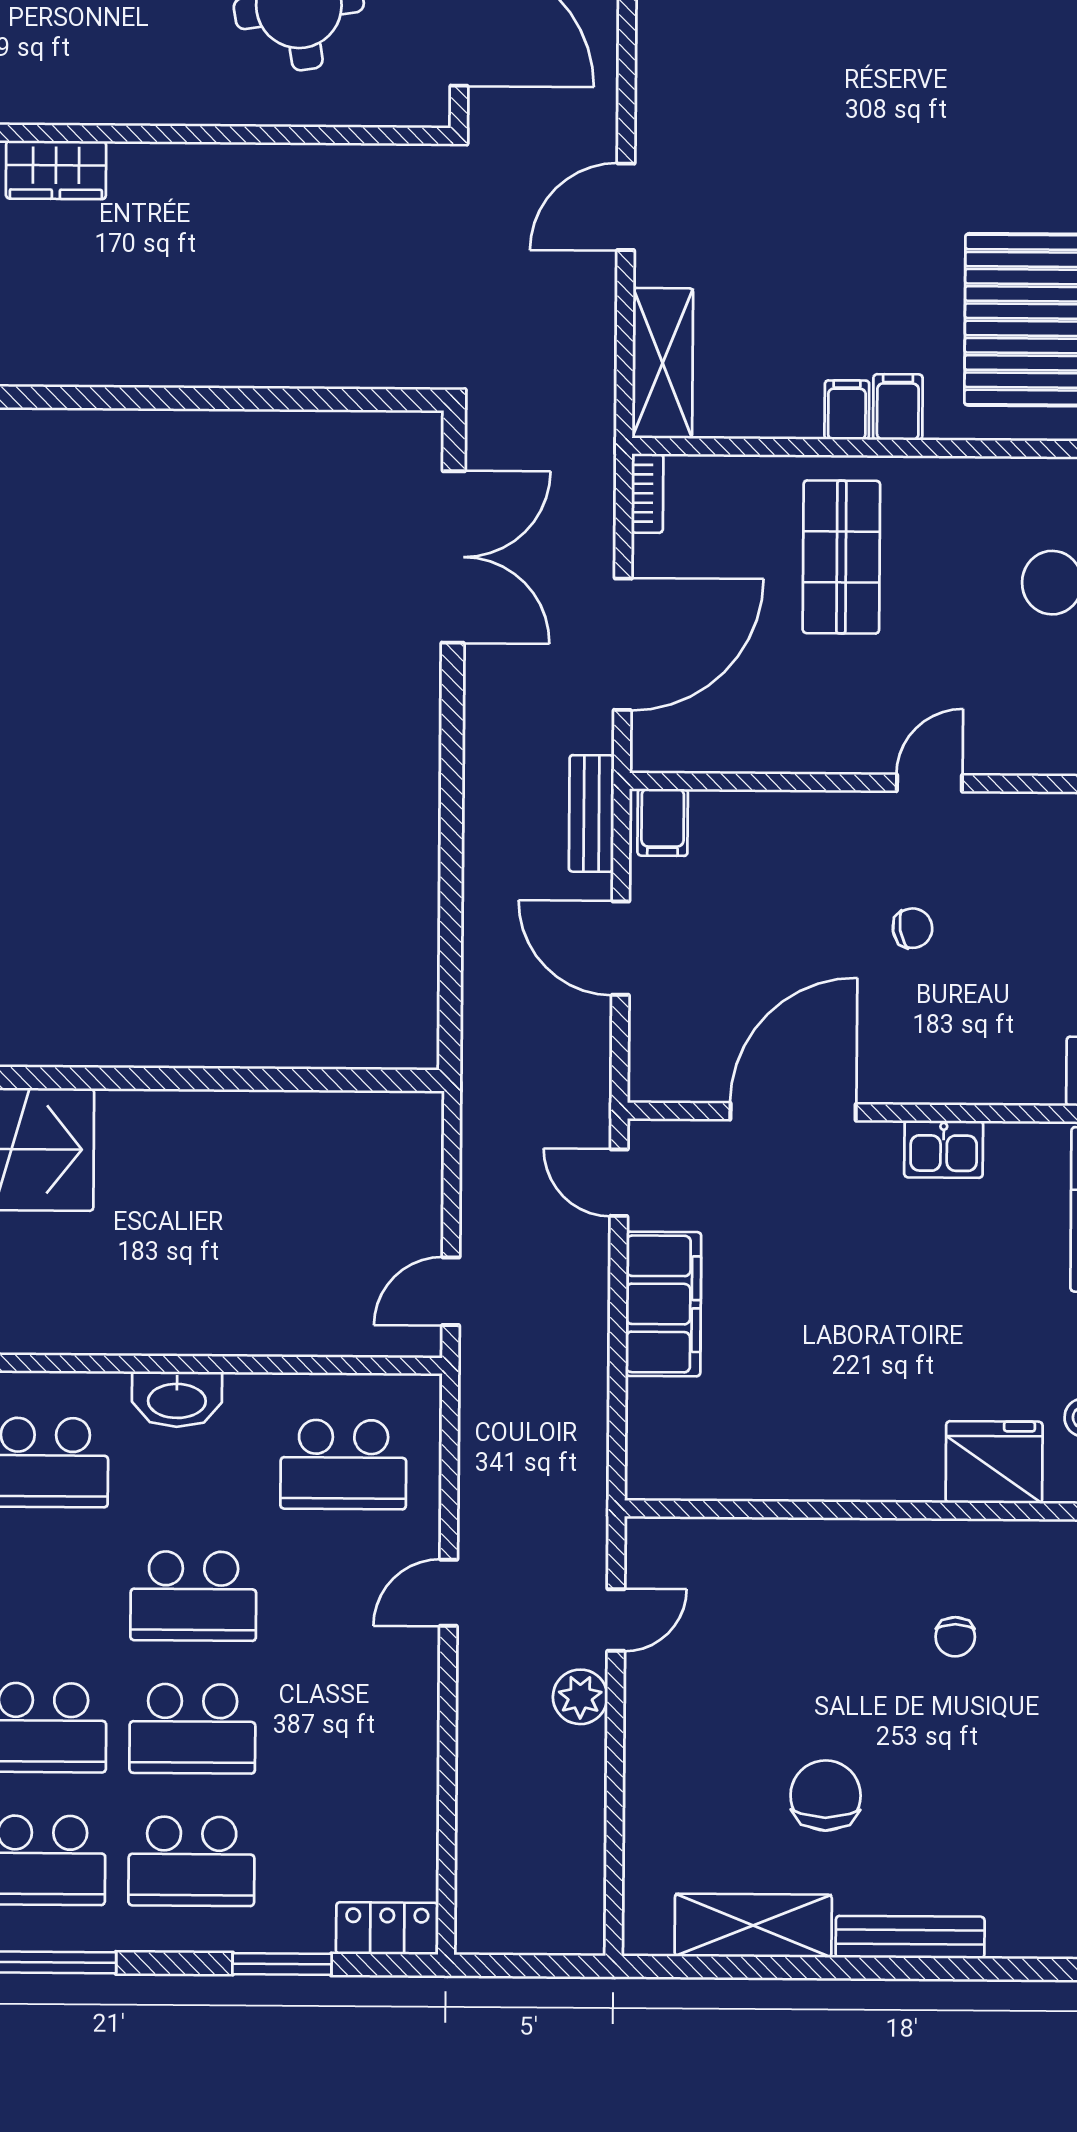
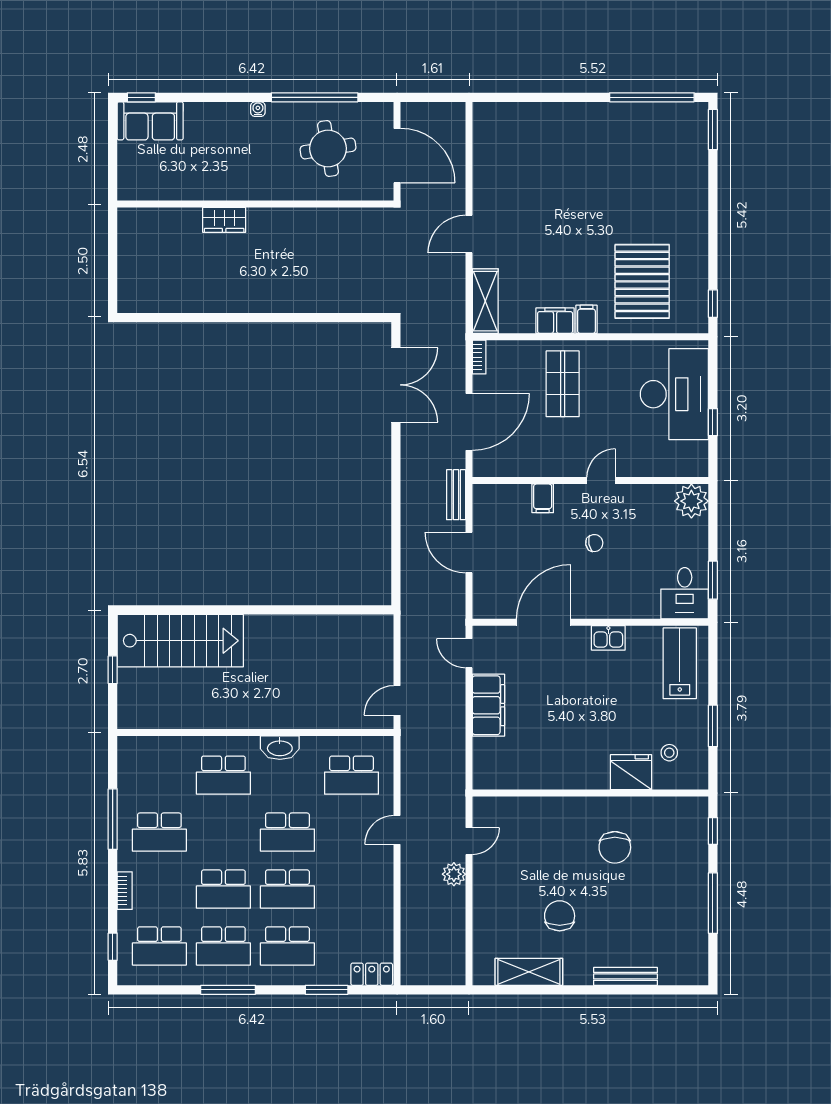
filing cabinet: (847, 410) -> (555, 321), width x2.00
filing cabinet: (663, 822) -> (543, 498), moved
chair: (955, 1637) -> (615, 847), width x1.87, depth x1.87
bench: (910, 1937) -> (626, 976), moved

